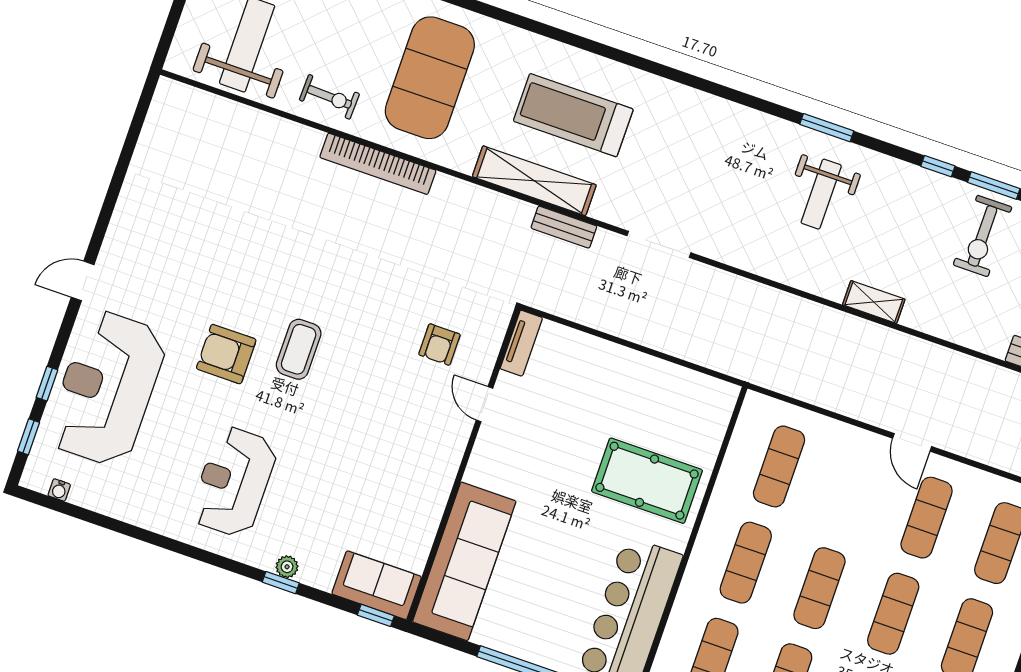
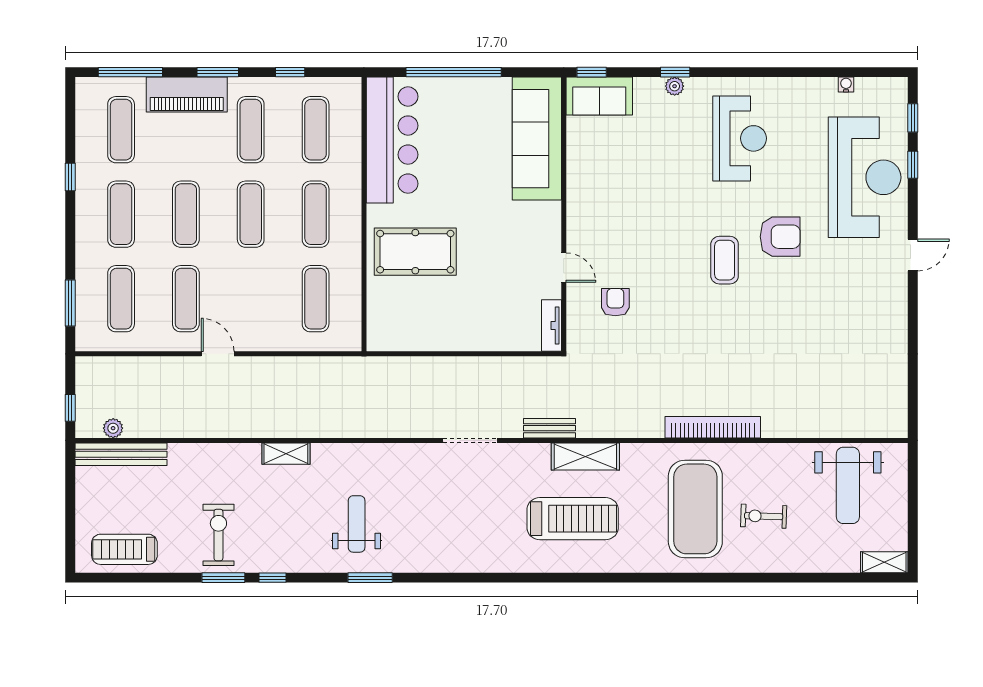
exercise bike: (329, 97) -> (764, 516), moved
shelving: (534, 181) -> (585, 456), width x0.68
water cooler: (59, 490) -> (846, 85), moved

